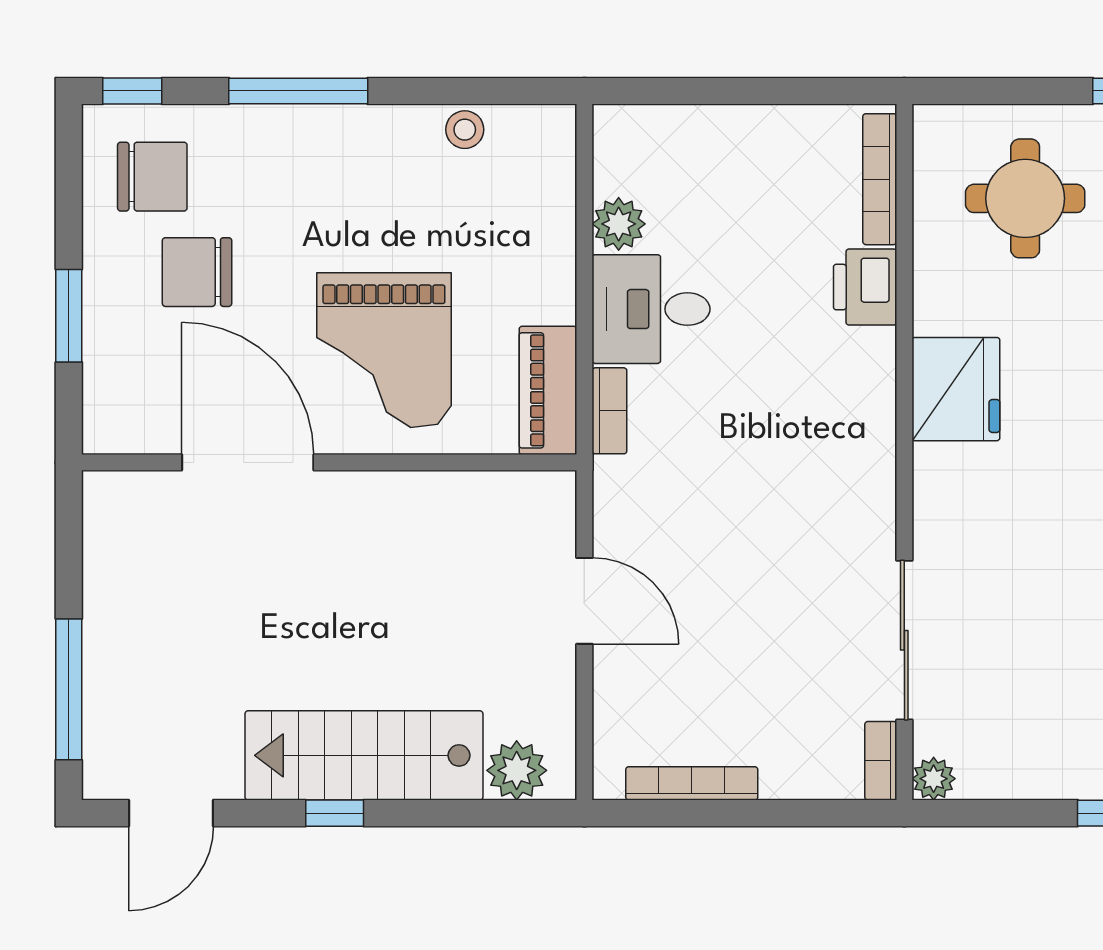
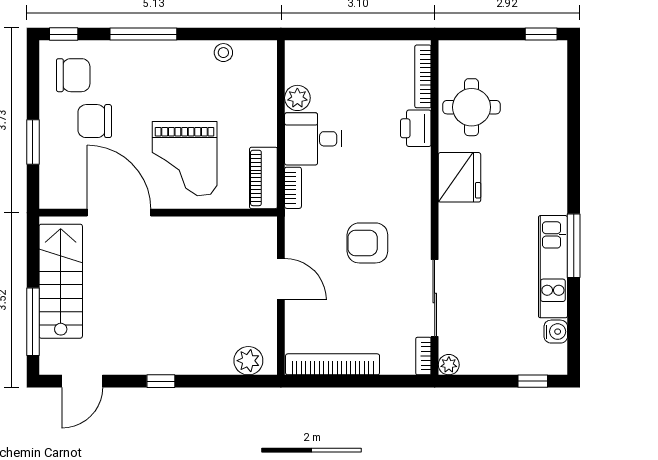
round table: (1025, 198) -> (472, 107), moved
armchair: (764, 526) -> (367, 243), added
stairs: (364, 755) -> (61, 281), moved, turned 90
bookcase: (692, 783) -> (333, 364), width x1.48, depth x1.31

